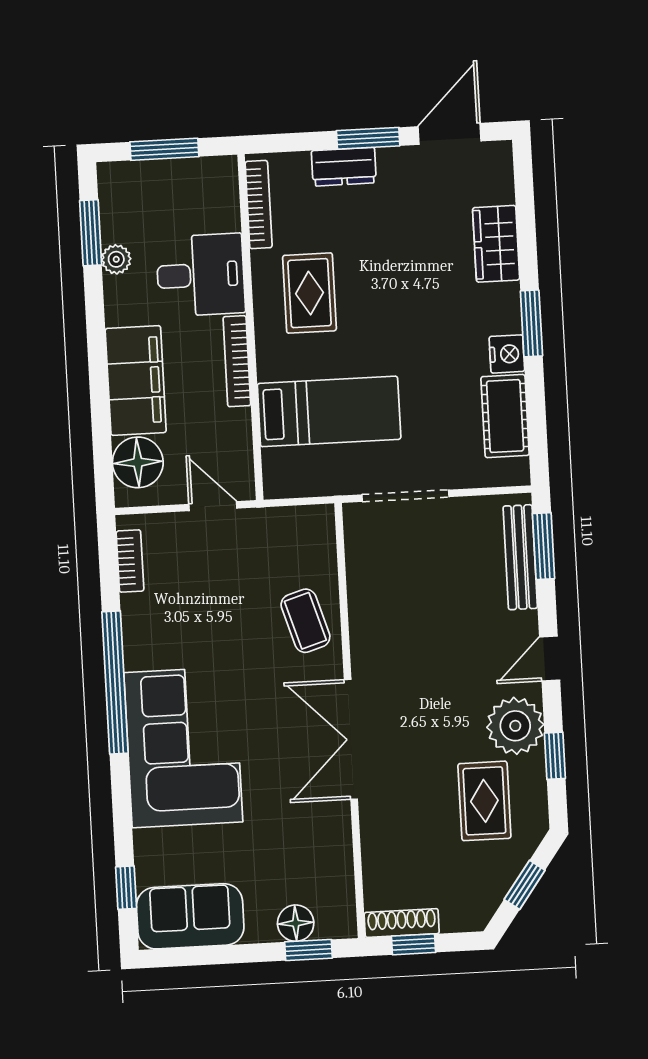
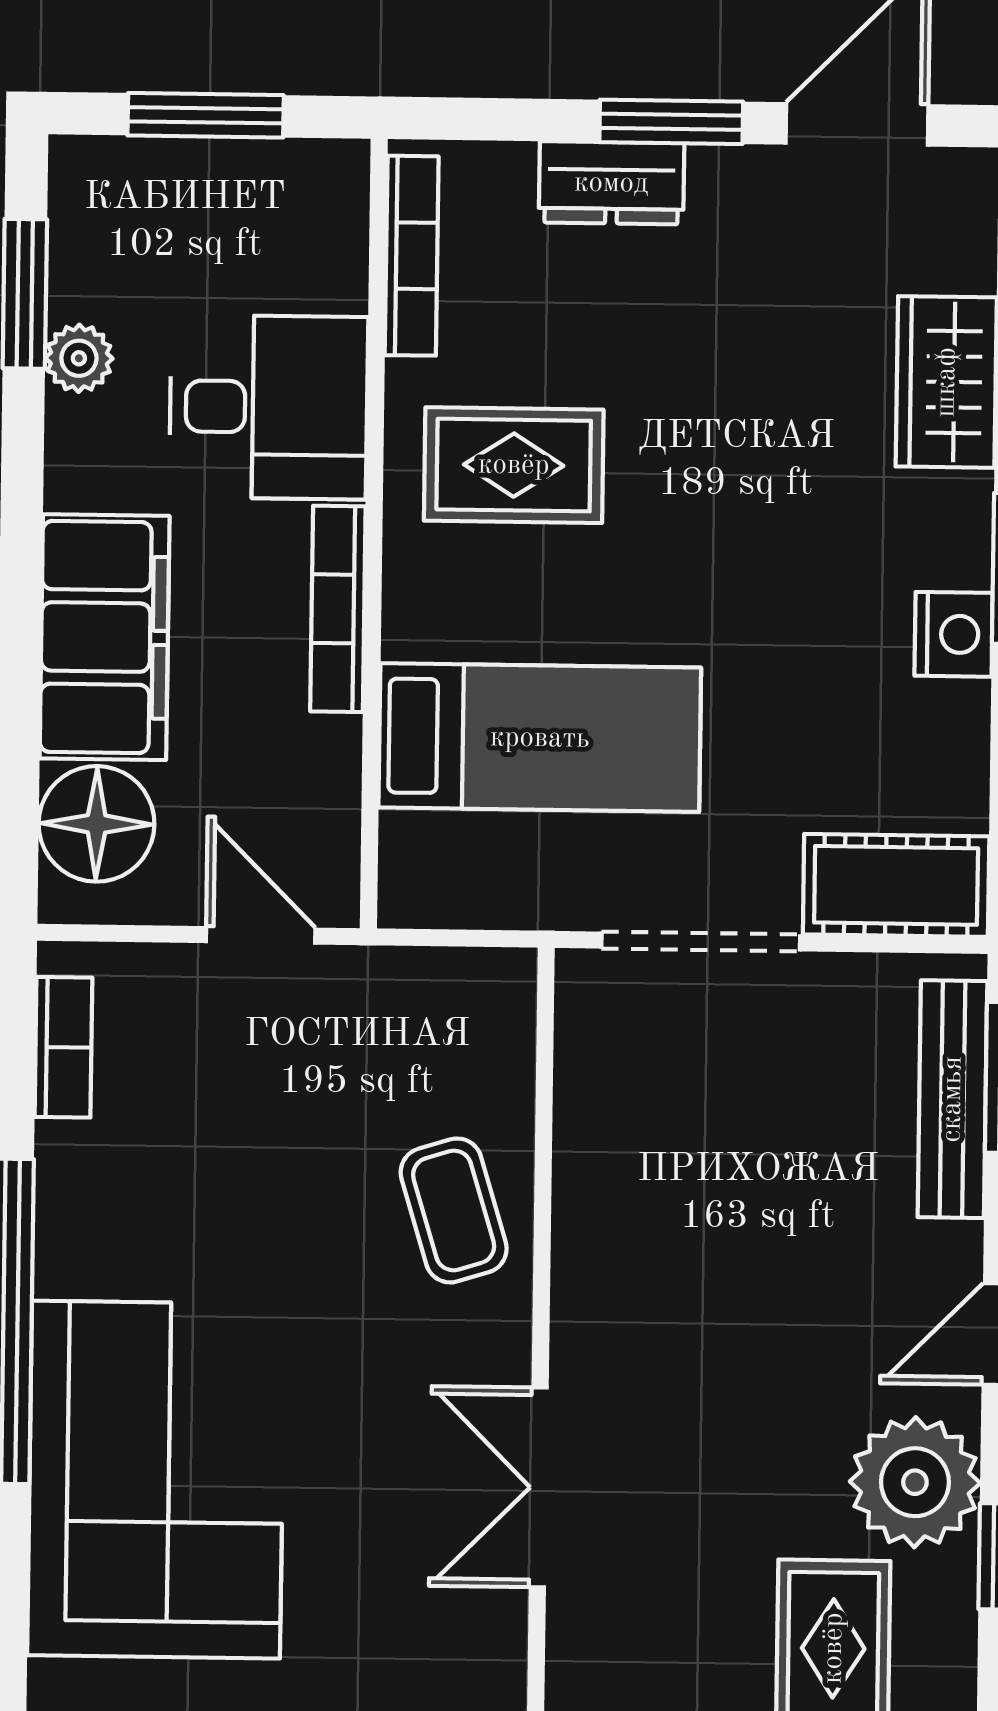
rug: (309, 293) -> (514, 465), turned 90
cot: (505, 416) -> (896, 885), moved, turned 90
double door: (351, 739) -> (539, 1487), width x0.73

